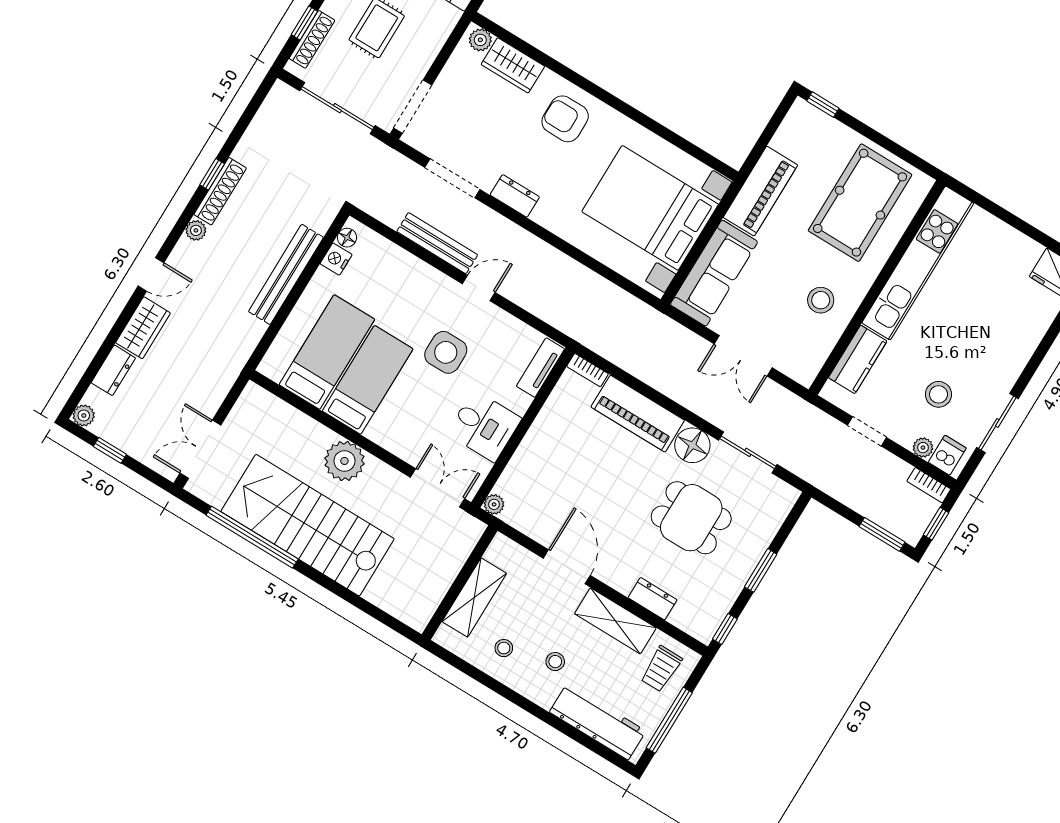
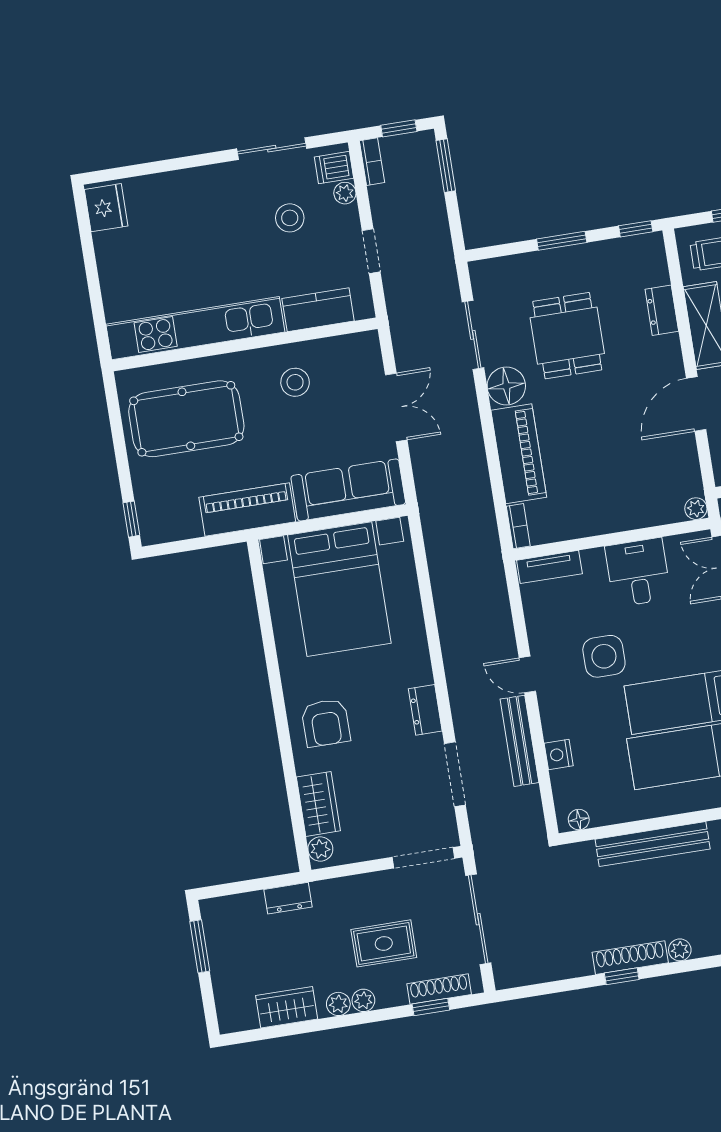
nightstand: (336, 259) -> (559, 755), moved, turned 90

